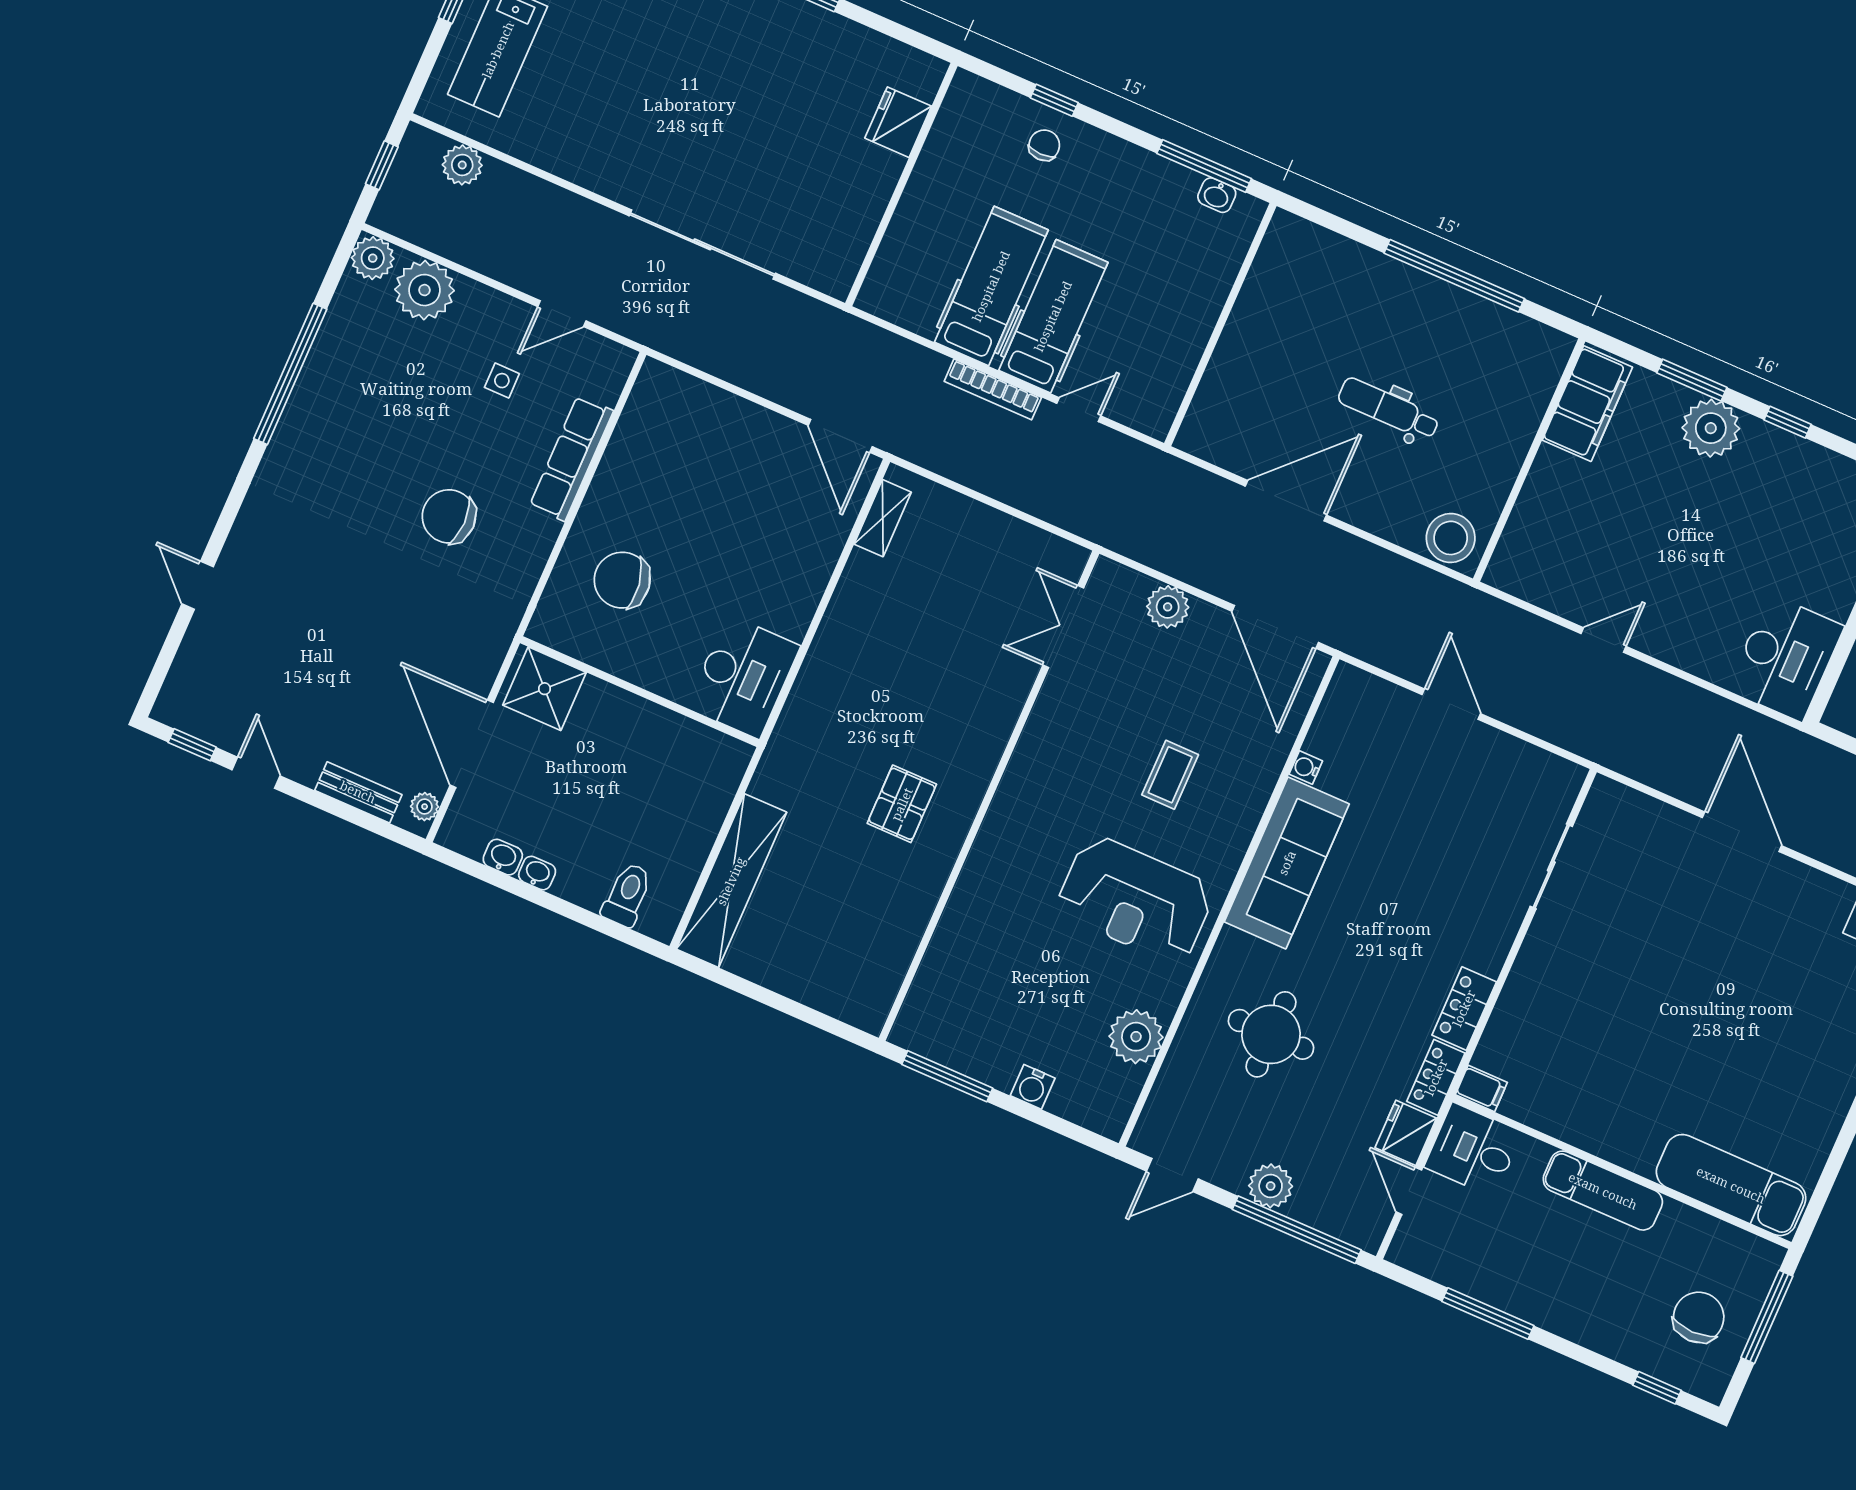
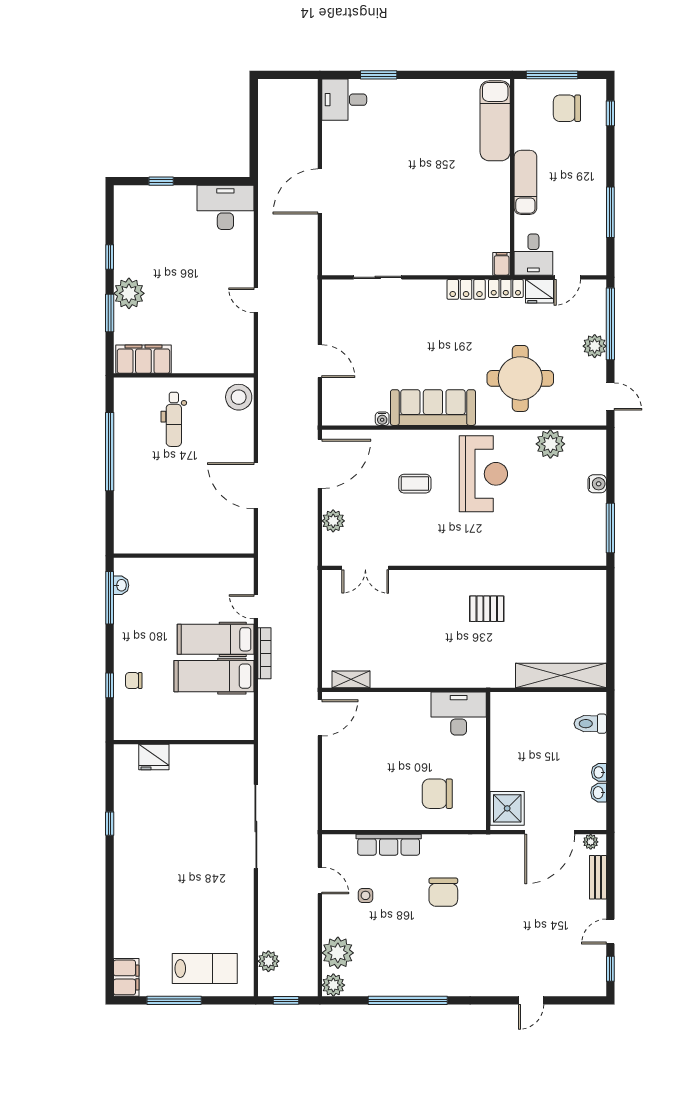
dental chair: (1389, 409) -> (174, 419), moved
chair: (622, 580) -> (437, 794), turned 99
door: (1451, 704) -> (320, 361), swing flipped
round table: (1271, 1034) -> (520, 378), width x1.36, depth x1.36

